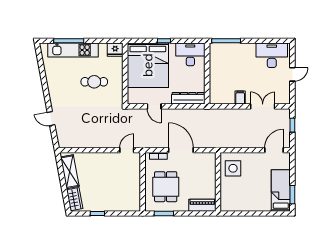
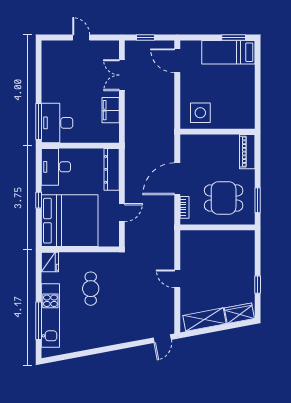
desk: (272, 55) -> (57, 123), moved
filing cabinet: (240, 97) -> (111, 110), width x2.00
door: (51, 119) -> (162, 339), moved
door: (127, 150) -> (177, 279), moved

